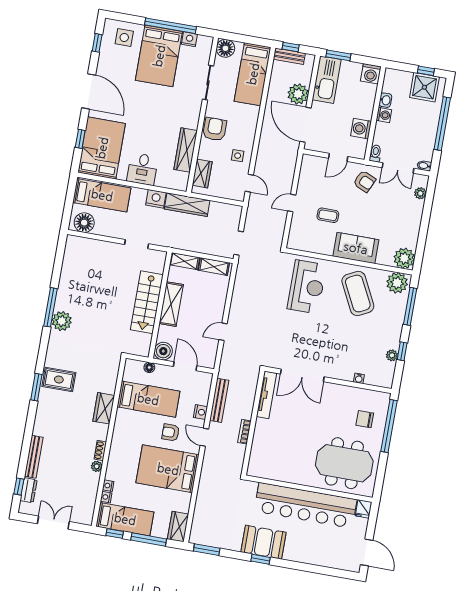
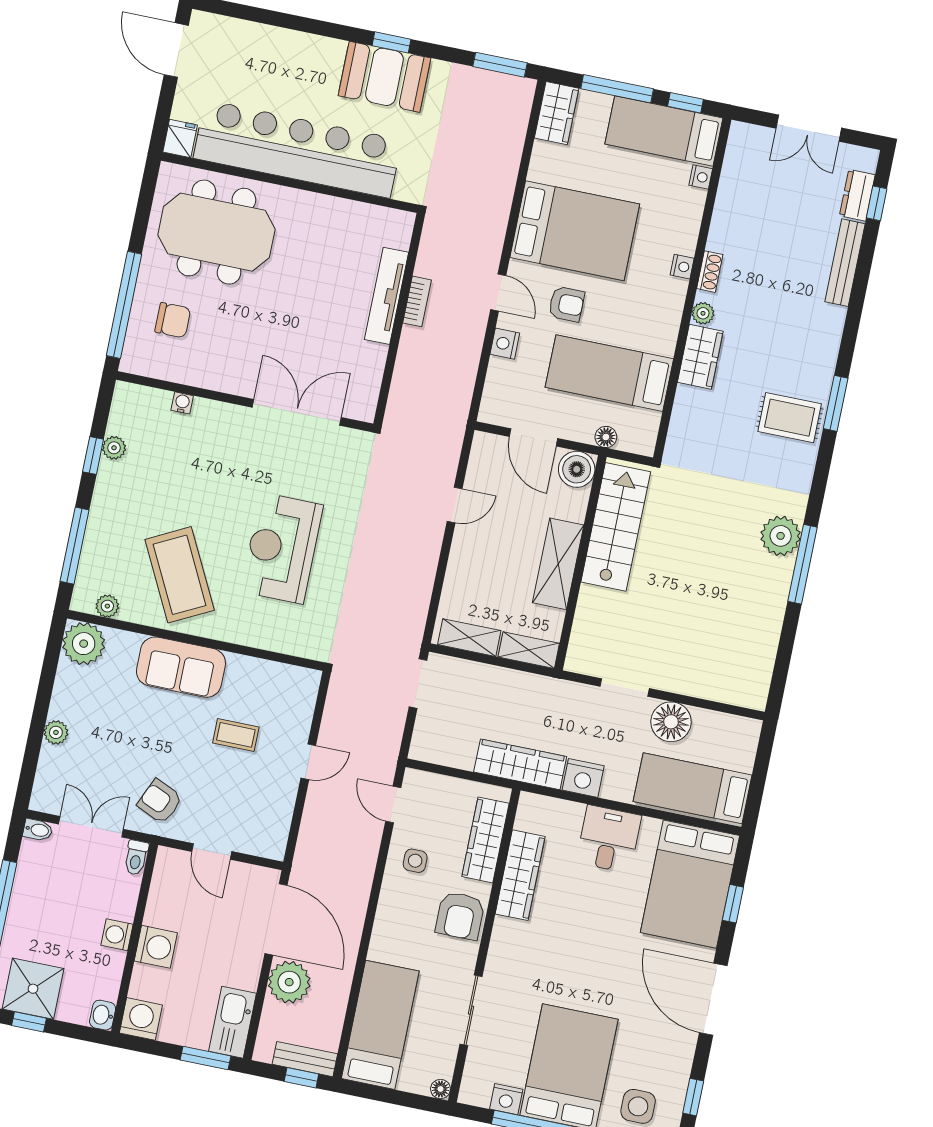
floor lamp: (225, 48) -> (440, 1089), width x0.53, depth x0.53
kitchen sink: (327, 80) -> (233, 1022), width x0.73, depth x0.81
washbasin: (385, 100) -> (103, 1015), moved
washing machine: (361, 129) -> (156, 947), moved
door: (338, 157) -> (212, 852), swing flipped
wardrobe: (202, 173) -> (485, 840), width x1.50
plant: (420, 193) -> (56, 732), moved
floor lamp: (84, 223) -> (671, 722), moved
plant: (397, 283) -> (107, 606), width x0.53, depth x0.53
reception desk: (307, 287) -> (282, 548), moved
stairs: (147, 302) -> (616, 527), moved
tv unit: (266, 395) -> (386, 296), moved
bench: (219, 400) -> (466, 366), removed
plant: (97, 466) -> (703, 313), moved
nightstand: (108, 486) -> (682, 267), moved

